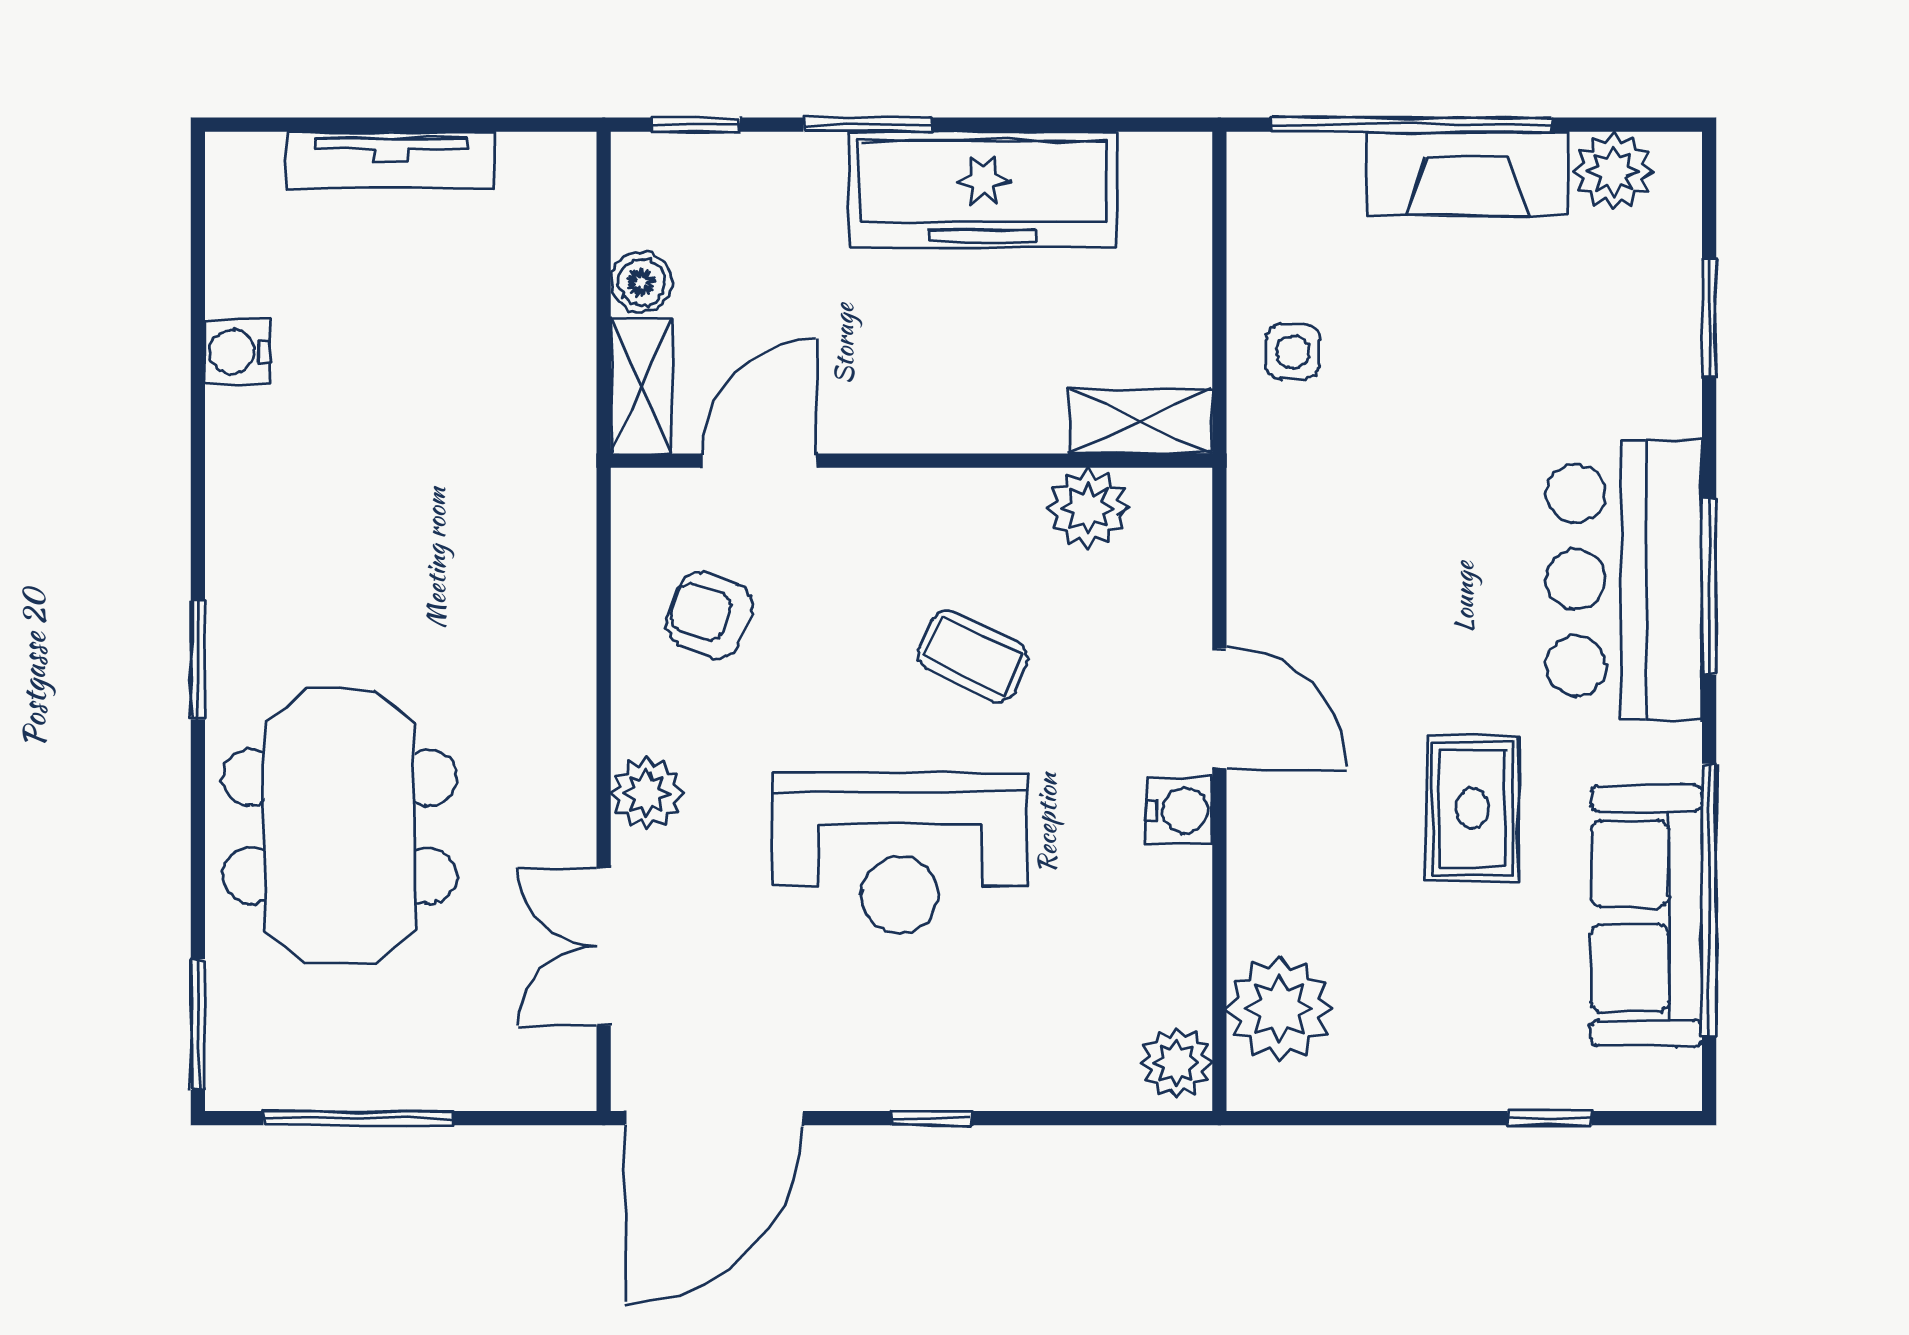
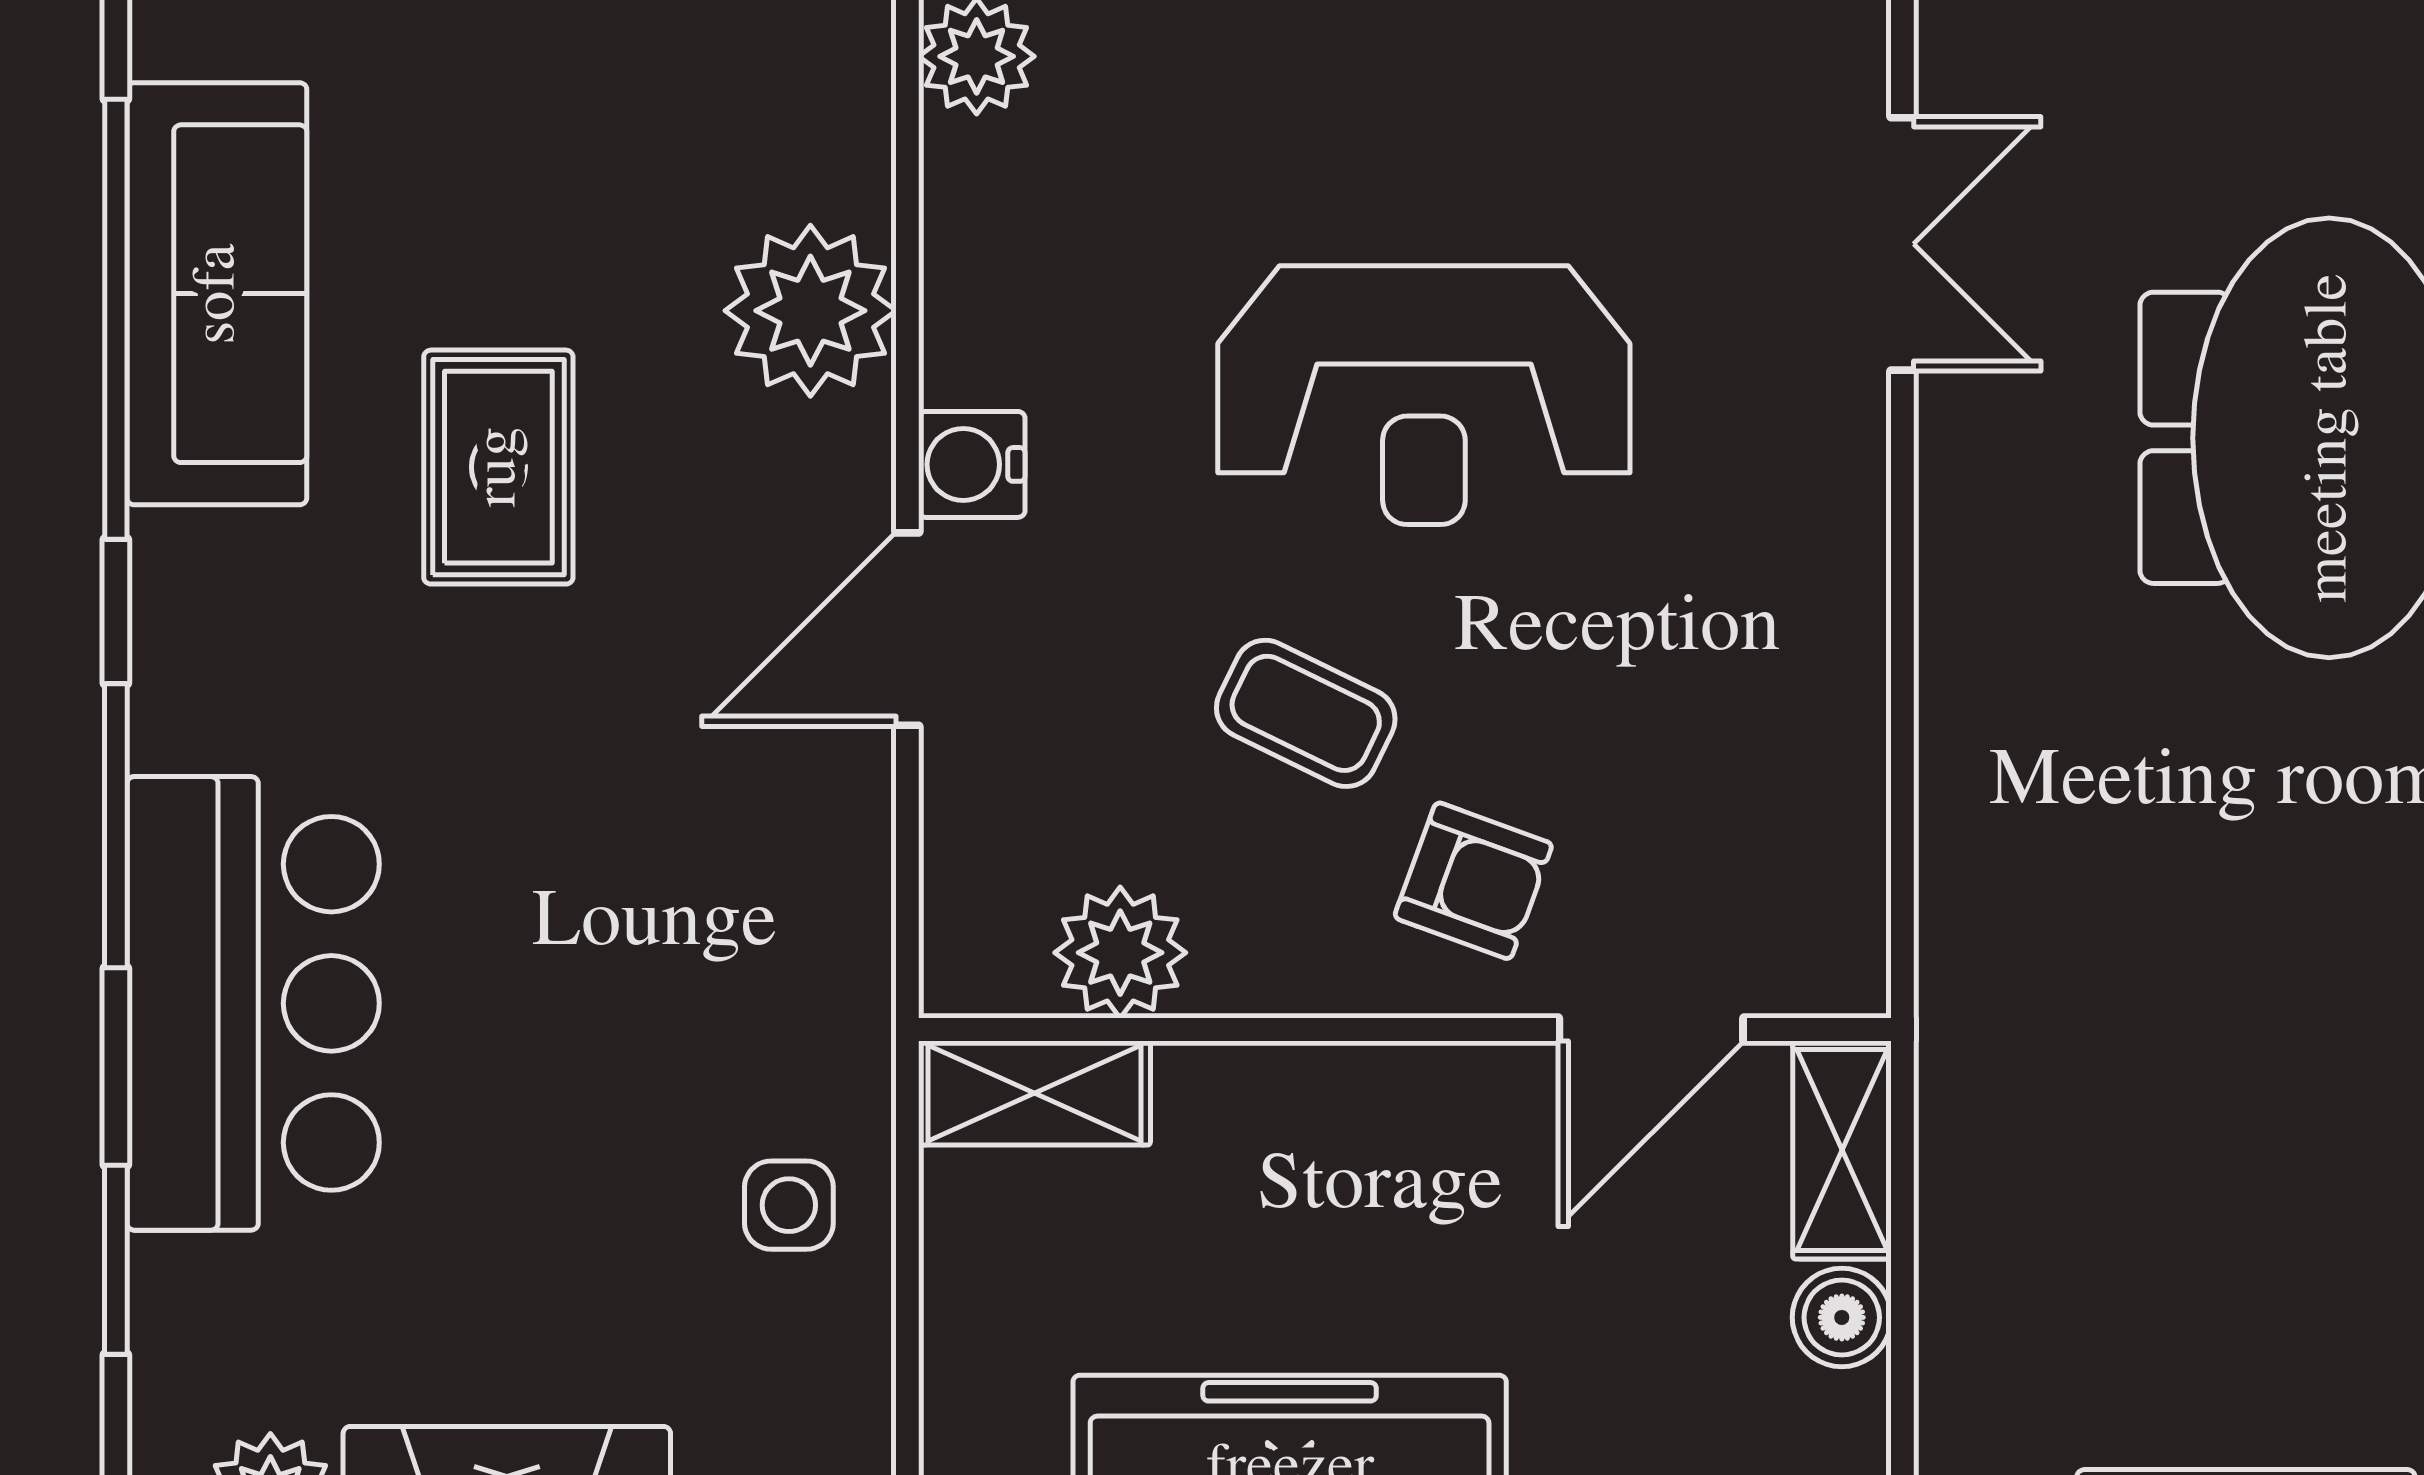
bar counter: (1624, 580) -> (253, 1003), moved
armchair: (709, 615) -> (1473, 881), moved
door: (1219, 708) -> (907, 629), hinge flipped
plant: (647, 794) -> (1832, 491), removed
reception desk: (900, 853) -> (1424, 395), turned 180
plant: (1279, 1009) -> (810, 311), moved

